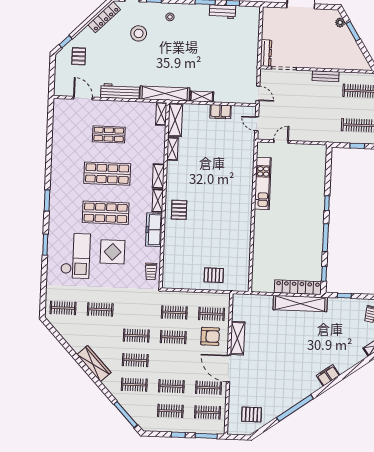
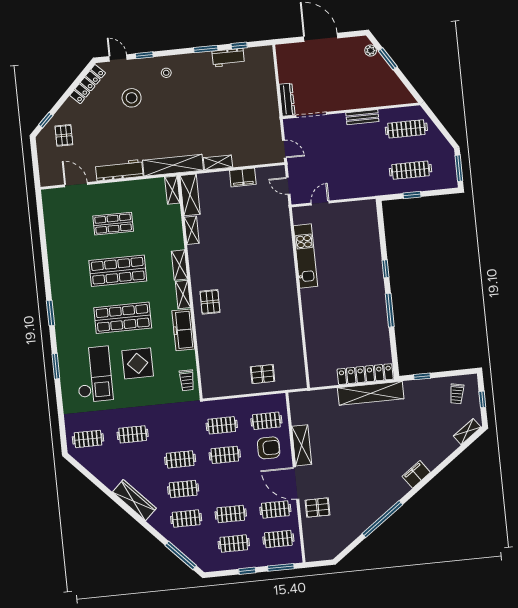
window: (324, 274) -> (394, 354), removed
pallet: (252, 414) -> (318, 508), moved

